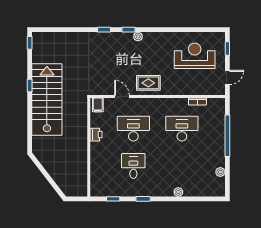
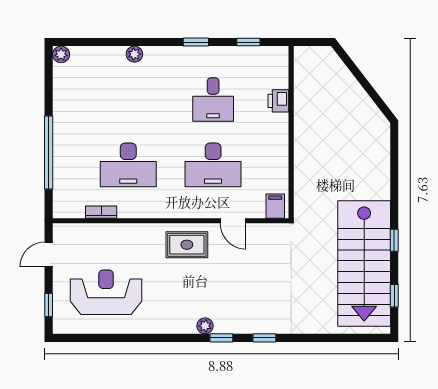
window: (30, 43) -> (394, 296), moved
reception desk: (195, 56) -> (106, 292), turned 180
stairs: (47, 100) -> (364, 263), moved
printer: (96, 135) -> (278, 101), moved
plant: (220, 172) -> (61, 54), moved

